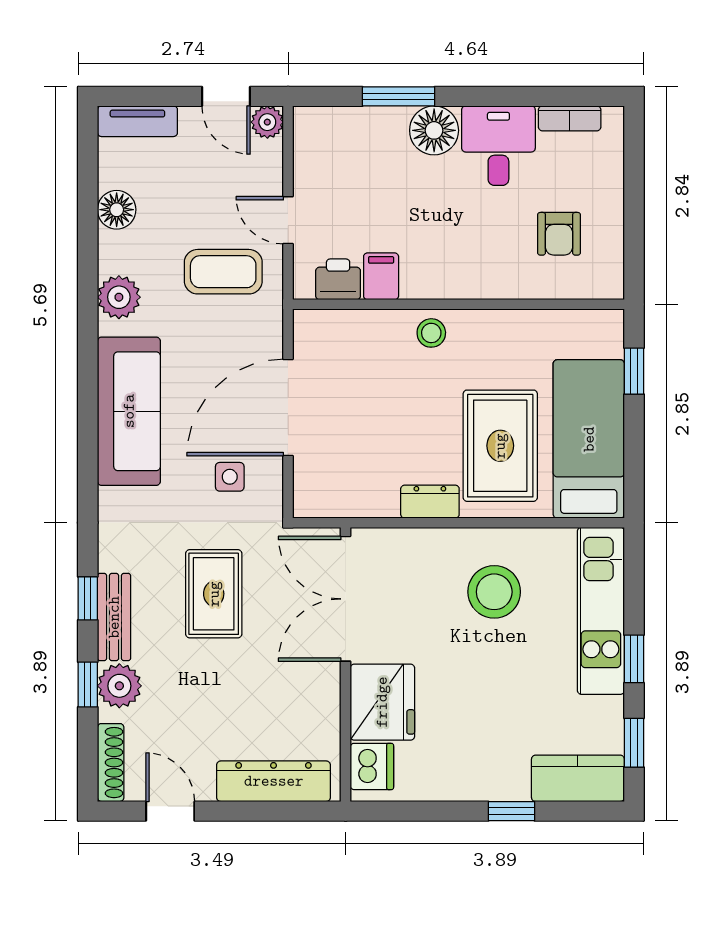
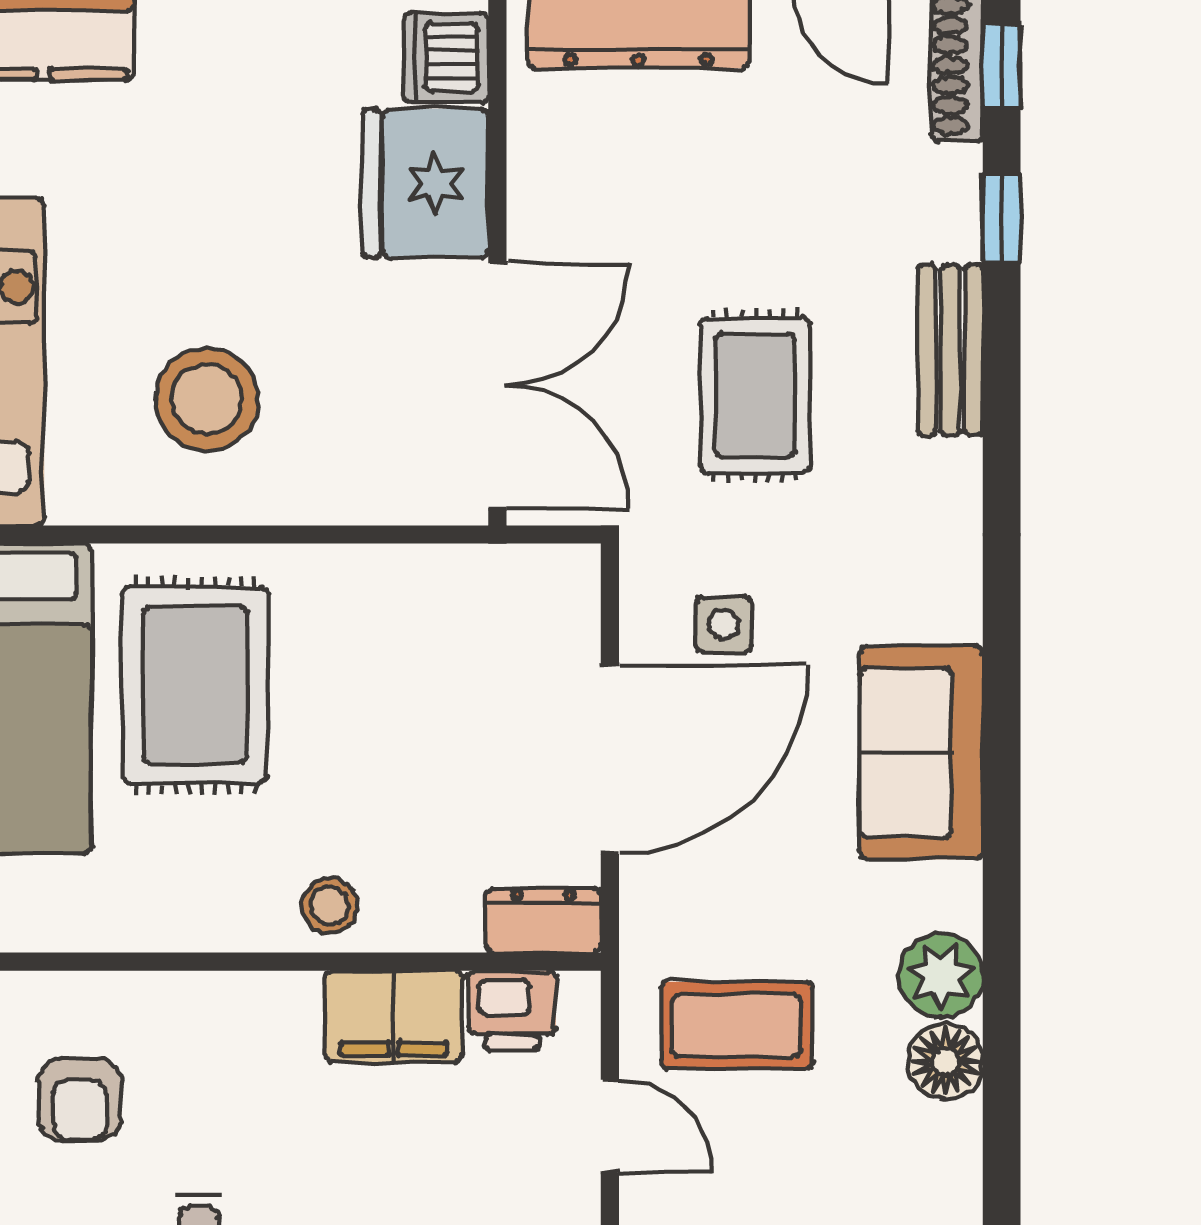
floor lamp: (117, 210) -> (945, 1061), moved
armchair: (559, 234) -> (80, 1100), turned 180
filing cabinet: (381, 276) -> (394, 1016), width x2.00
sofa: (129, 411) -> (921, 752), width x0.73
dresser: (430, 502) -> (543, 920), moved, turned 180
window: (88, 598) -> (1002, 66), moved
plant: (119, 686) -> (940, 215), removed

